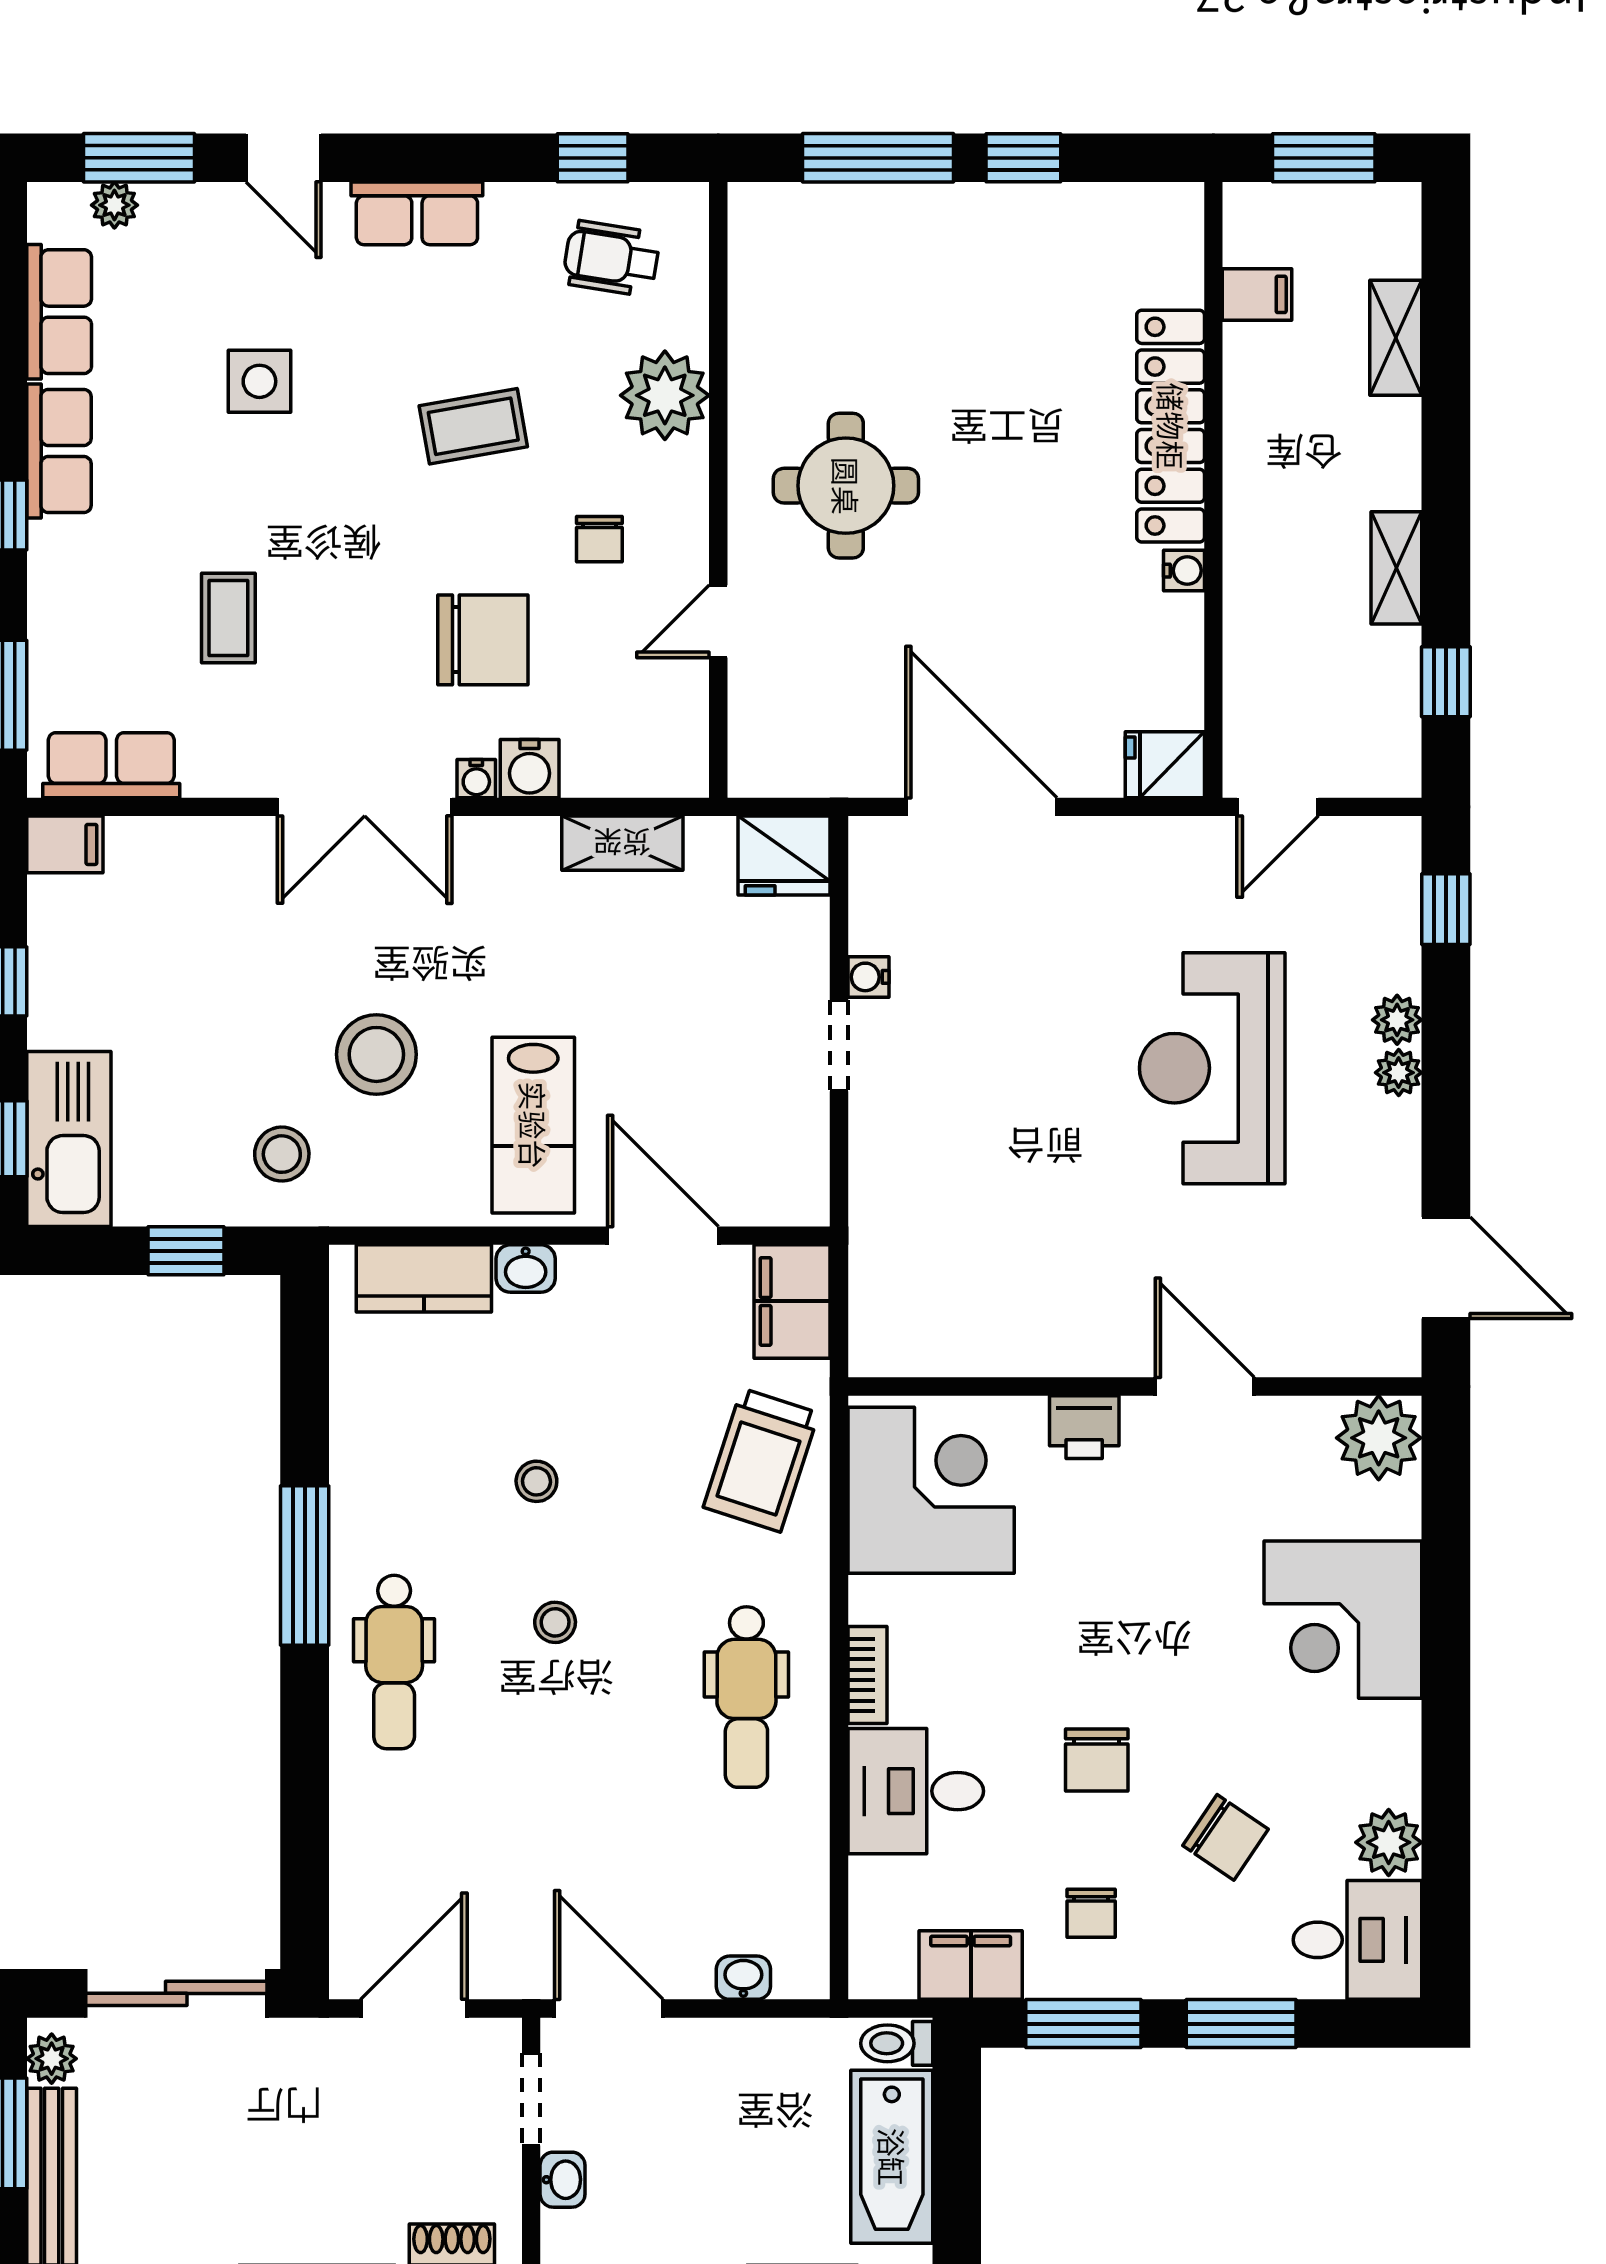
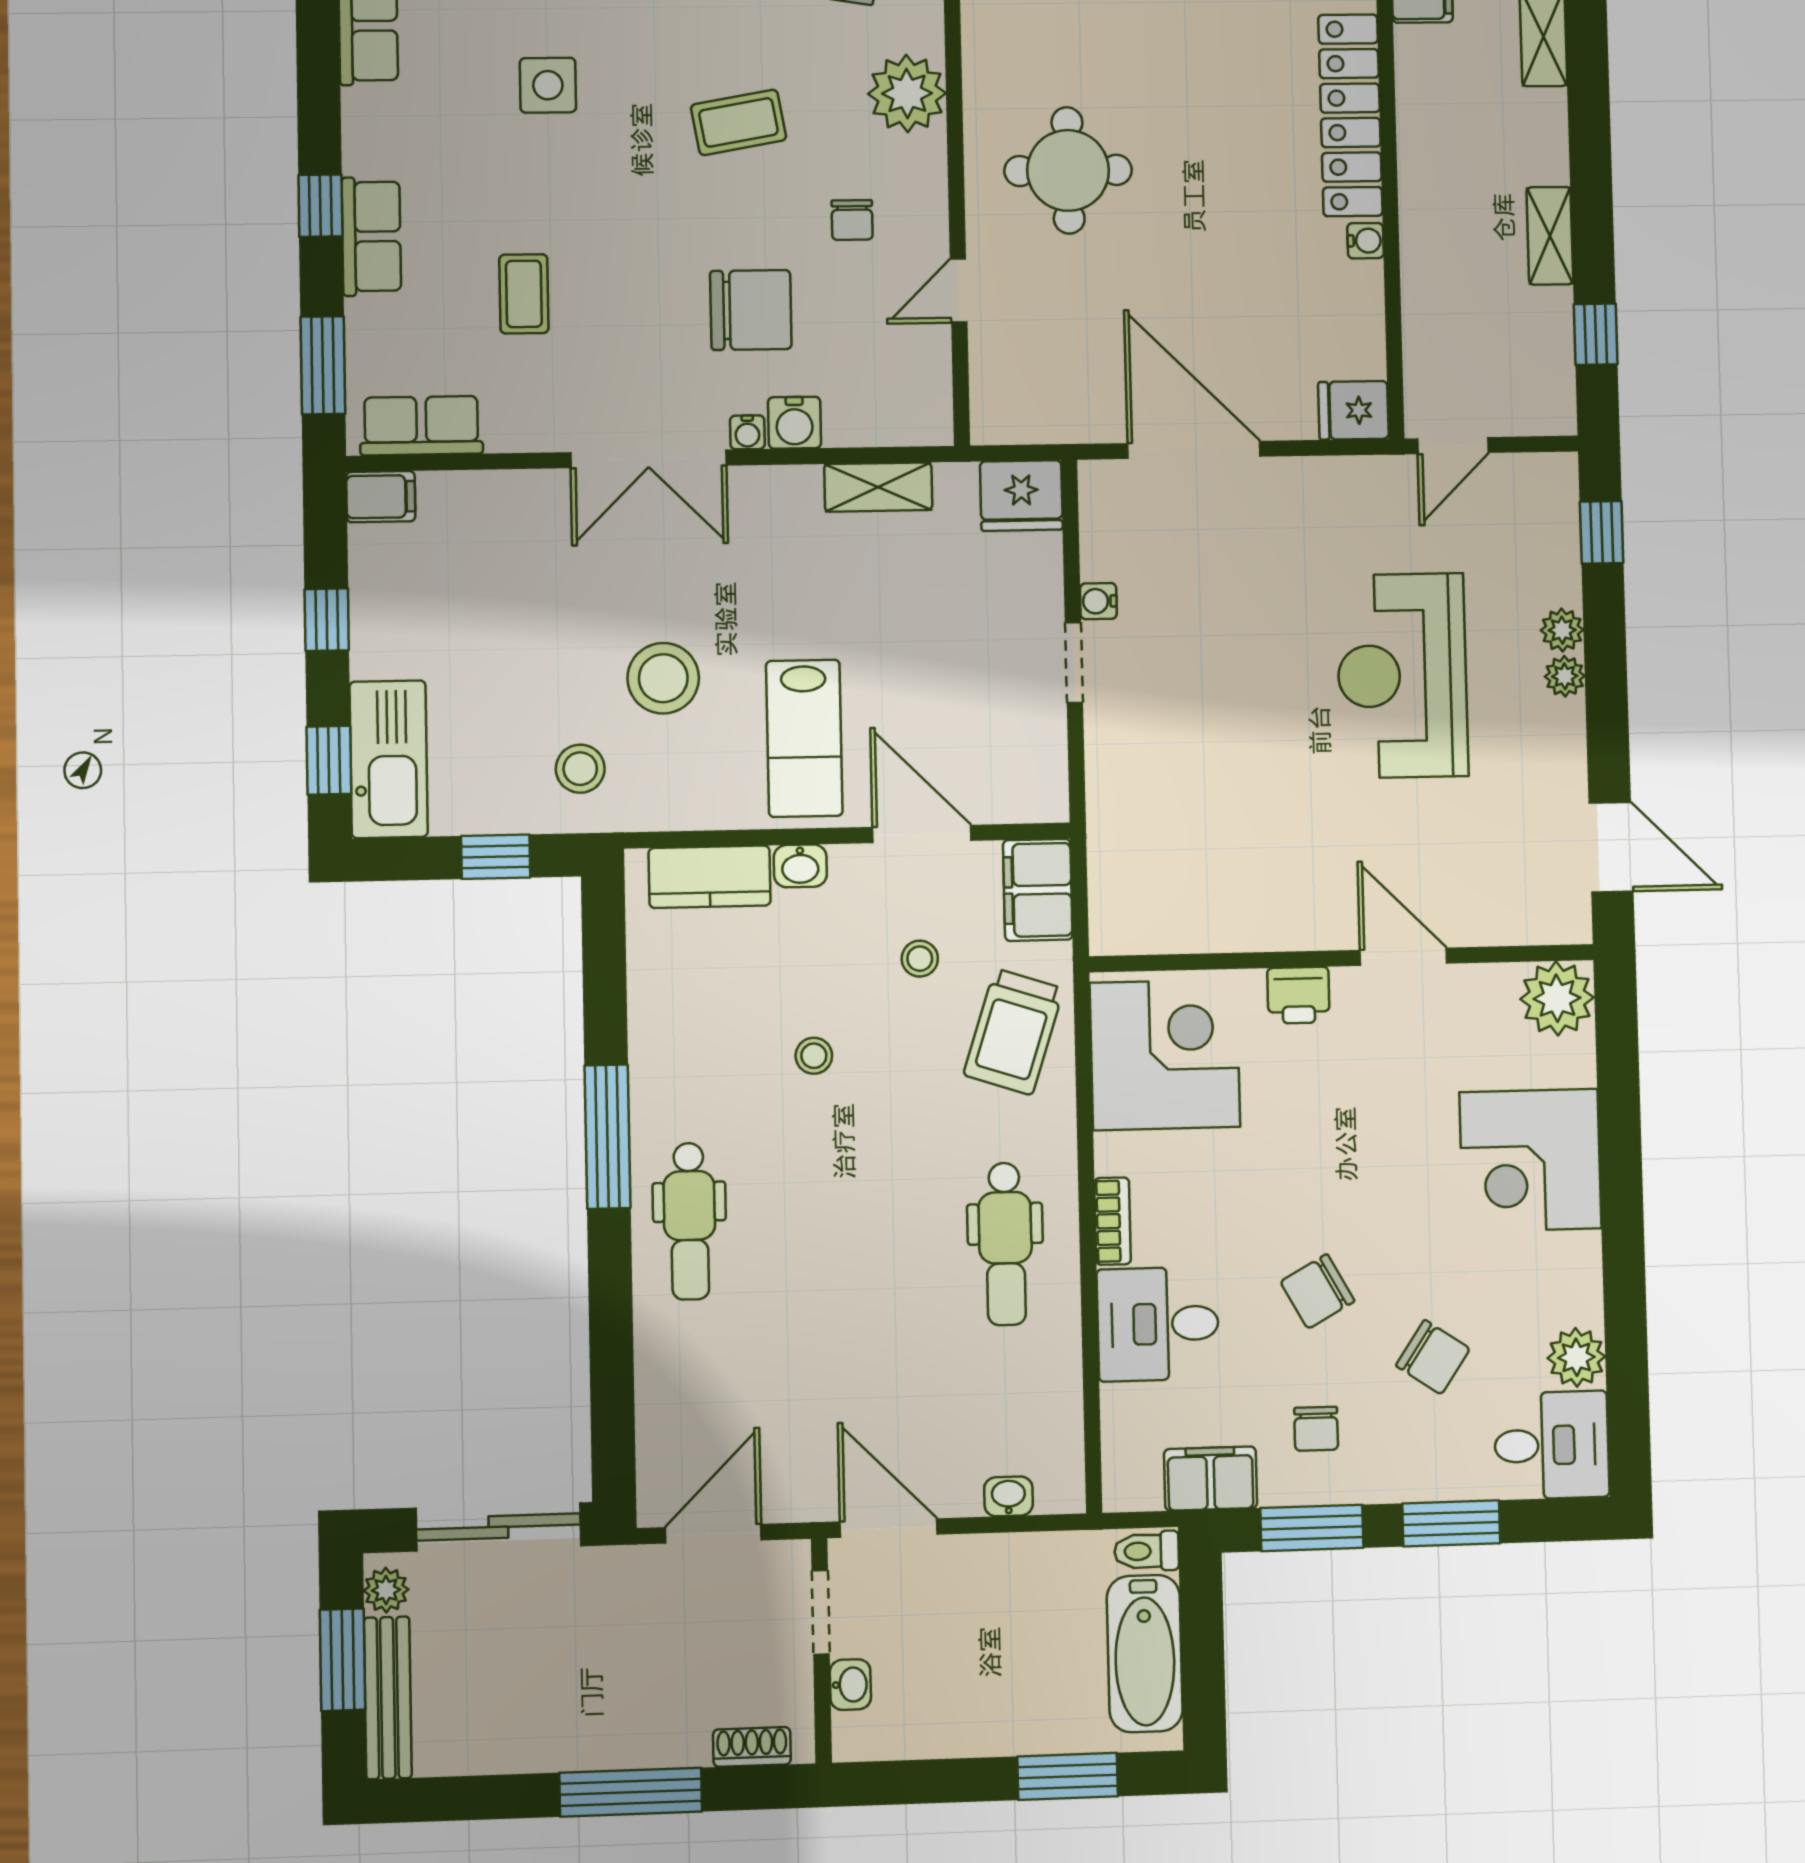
row of seats: (59, 451) -> (371, 236), moved
stool: (555, 1622) -> (920, 959), moved
chair: (1097, 1760) -> (1317, 1291), turned 61

